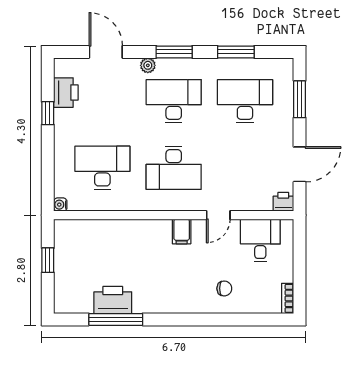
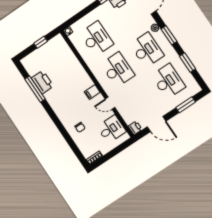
desk: (174, 168) -> (118, 70), turned 180

